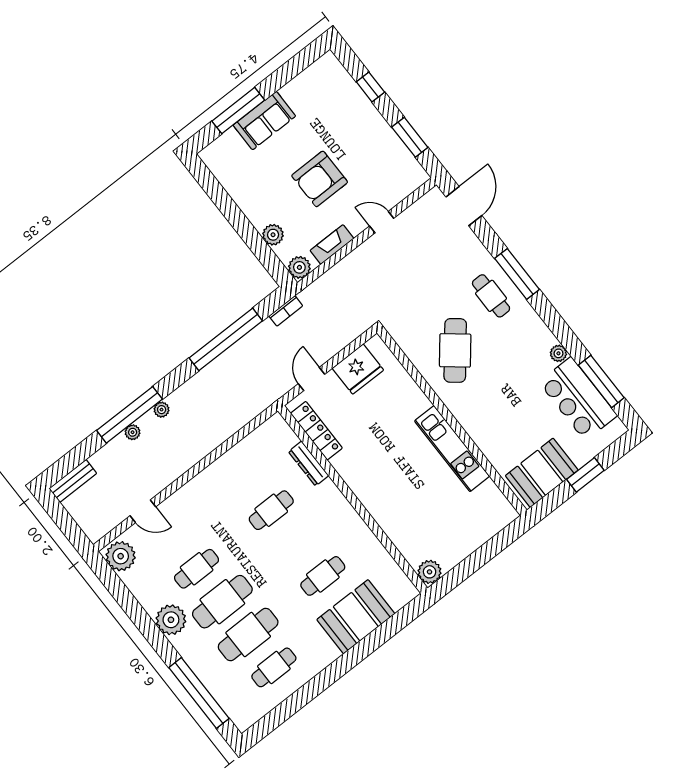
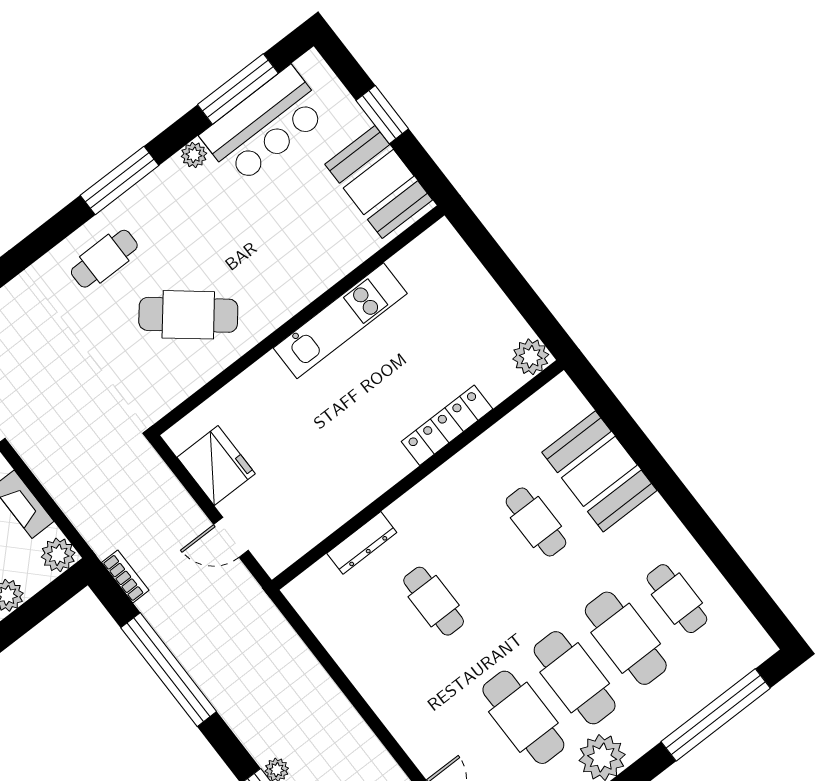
window: (517, 274) -> (120, 180), moved
locker: (316, 431) -> (447, 425), moved
cafe table: (197, 569) -> (523, 717), width x1.37, depth x1.35

